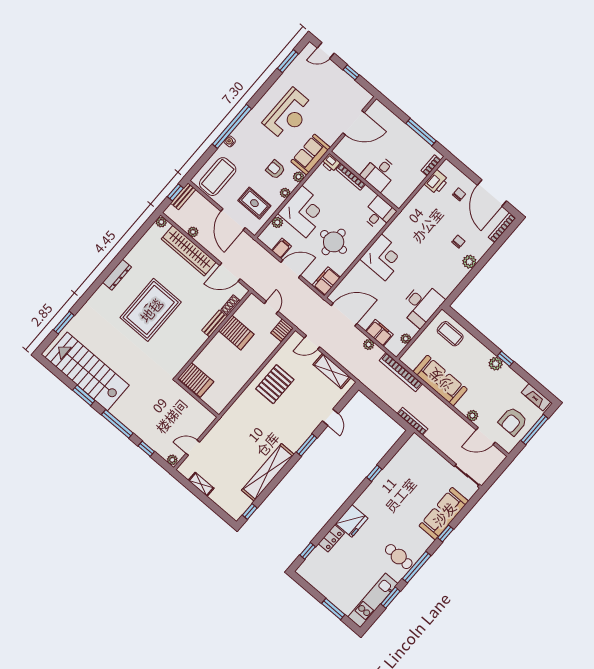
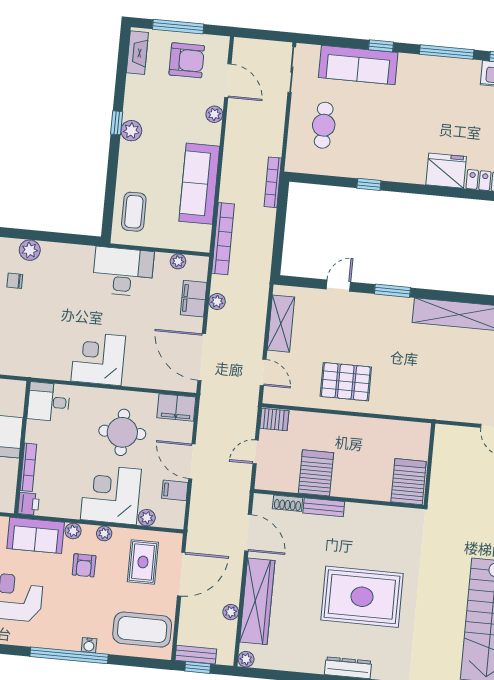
cafe table: (399, 557) -> (324, 125), moved

